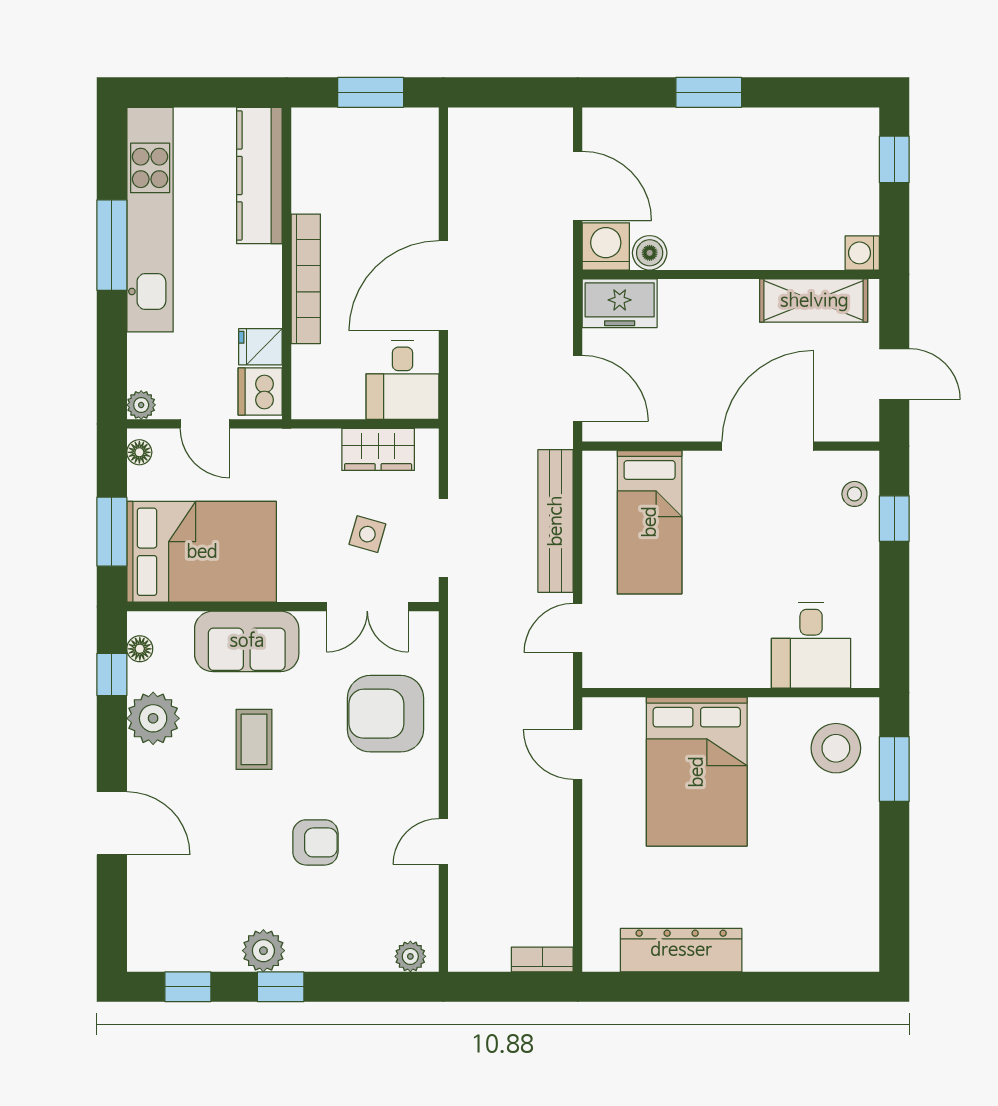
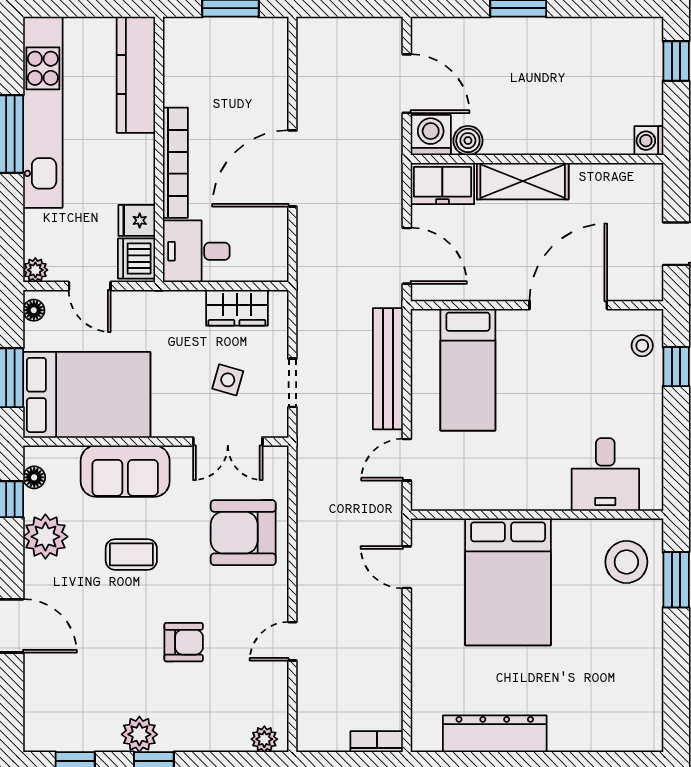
shelving: (814, 301) -> (523, 181), moved
desk: (402, 380) -> (196, 251), moved, turned 90
doorway: (443, 538) -> (292, 383), width x0.73
coffee table: (254, 739) -> (131, 554), turned 90

